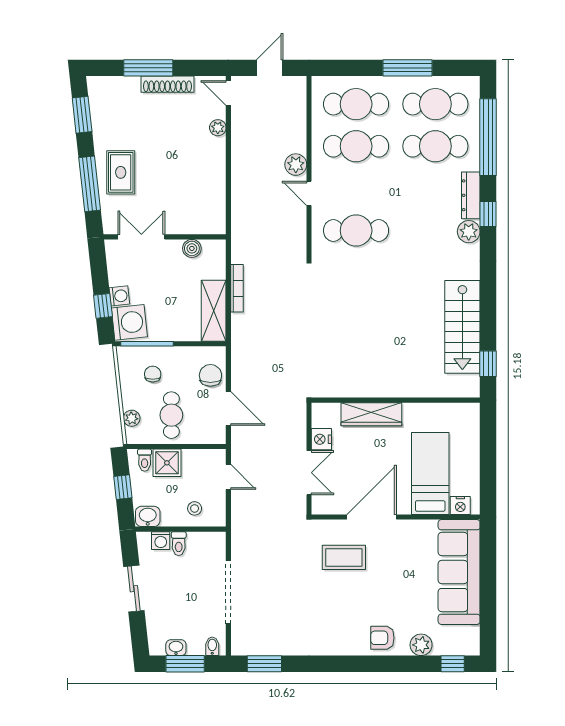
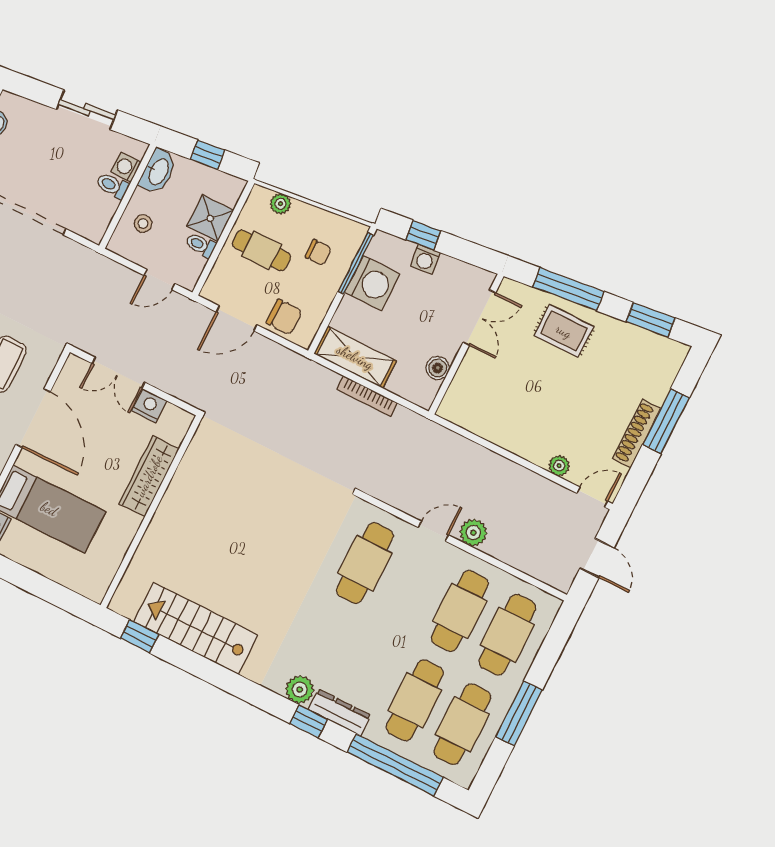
washing machine: (129, 322) -> (372, 283), moved, turned -84
toilet: (145, 460) -> (201, 245), moved
washbasin: (148, 516) -> (158, 171), width x1.38

